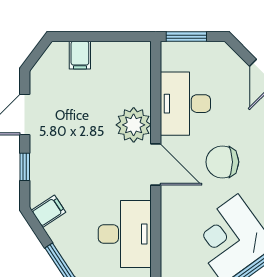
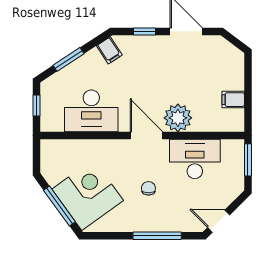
filing cabinet: (80, 55) -> (233, 100), moved
chair: (222, 162) -> (148, 188), width x0.54, depth x0.54
door: (156, 164) -> (146, 135), swing flipped

